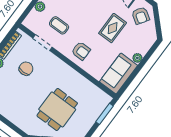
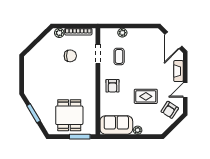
dining table: (57, 109) -> (69, 115), moved, turned 90

